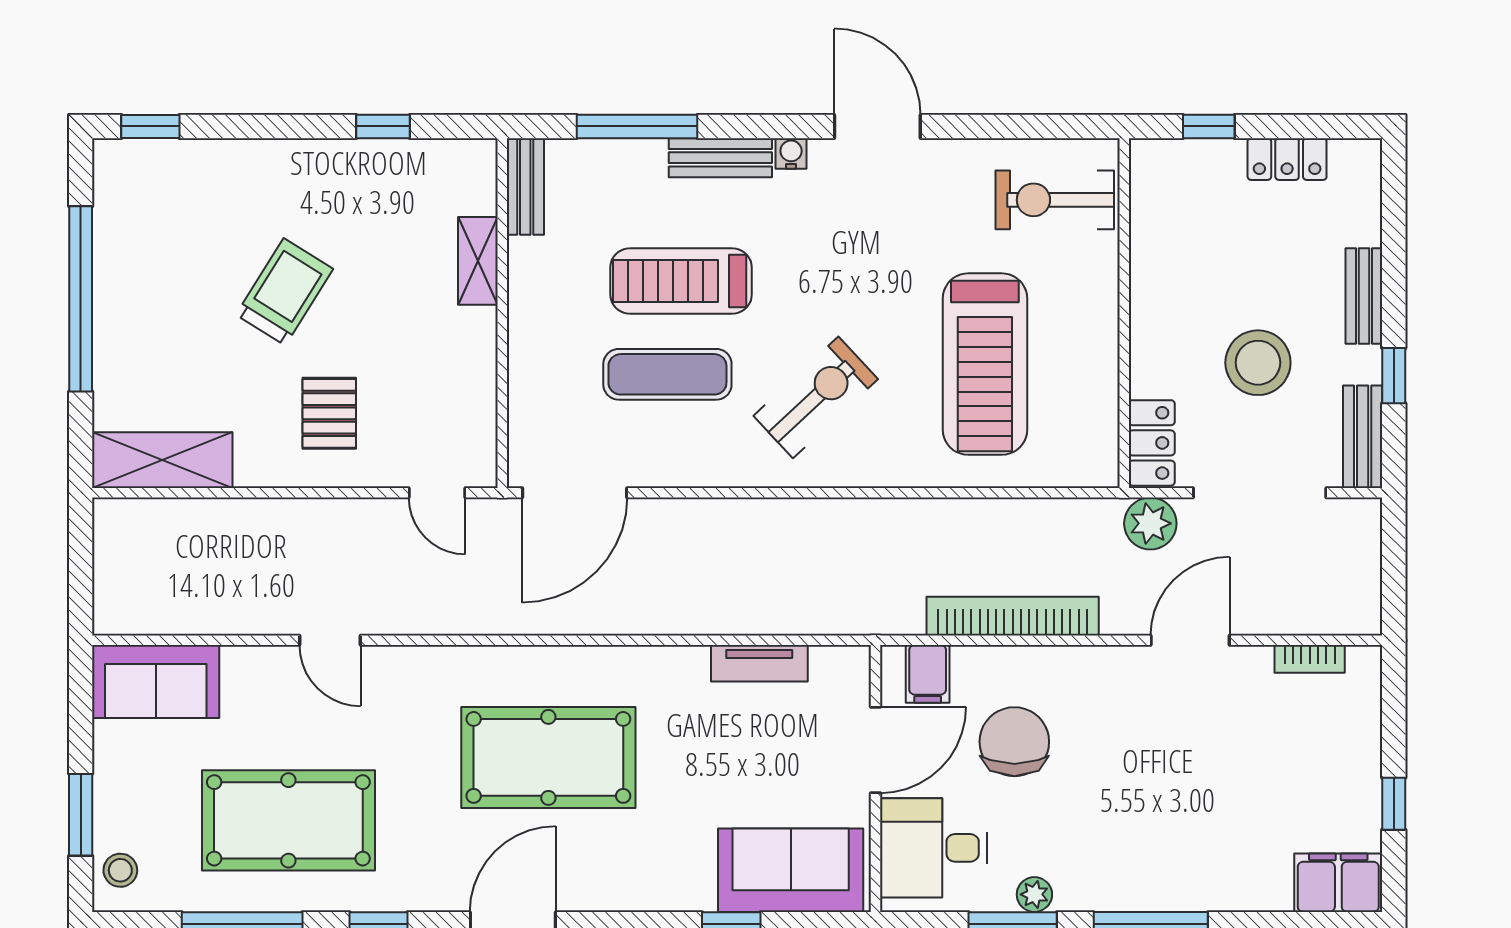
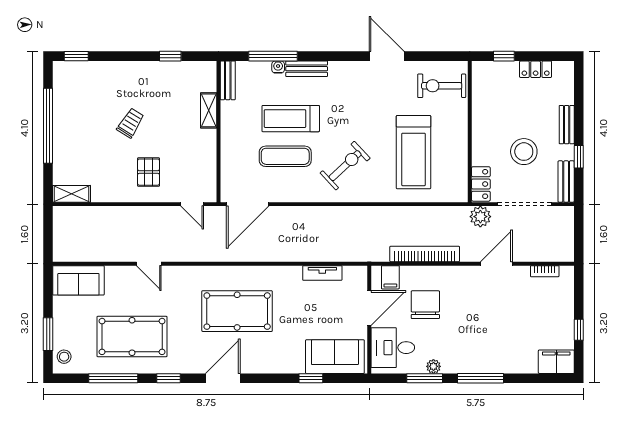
door: (877, 126) -> (387, 56), moved
water cooler: (791, 153) -> (278, 67), moved
trolley: (284, 292) -> (130, 123), width x0.73, depth x0.72
shelving: (162, 460) -> (72, 194), width x0.67, depth x0.75

